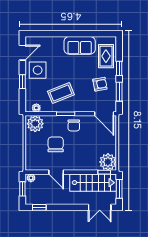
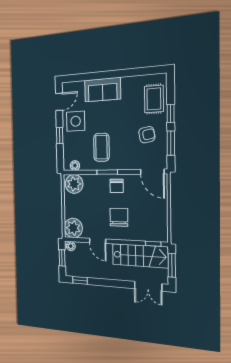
sofa: (80, 45) -> (103, 90), moved
coffee table: (61, 93) -> (101, 147), turned -68
chair: (56, 144) -> (119, 217), moved
plant: (108, 162) -> (73, 228), moved

